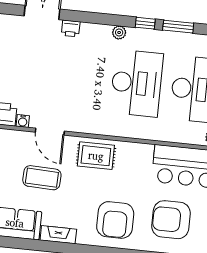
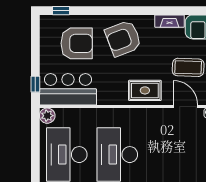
armchair: (115, 220) -> (123, 38), turned -111

